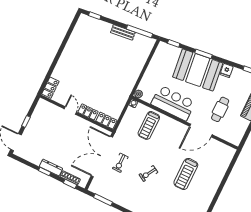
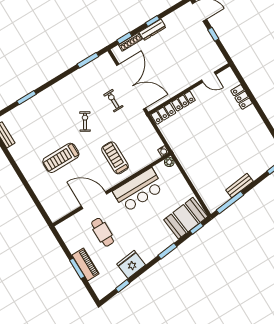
booth: (198, 70) -> (186, 218), moved, width x0.73, depth x0.70
fridge: (227, 70) -> (131, 264), width x1.88, depth x1.34
locker: (50, 88) -> (242, 97), moved
door: (70, 110) -> (209, 77), moved
treadmill: (149, 125) -> (115, 158), moved
door: (201, 130) -> (94, 200), hinge flipped
treadmill: (186, 174) -> (61, 158), turned -90

